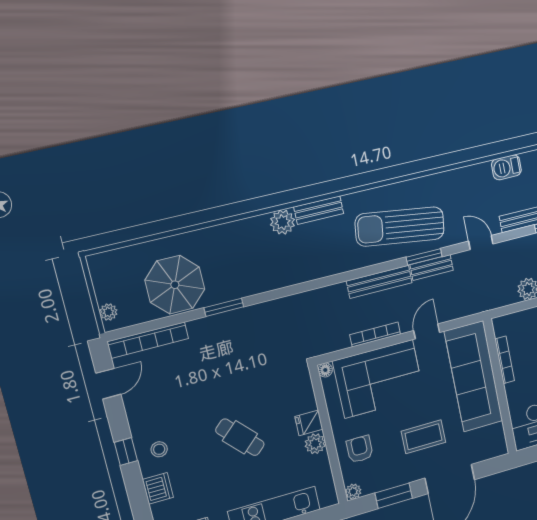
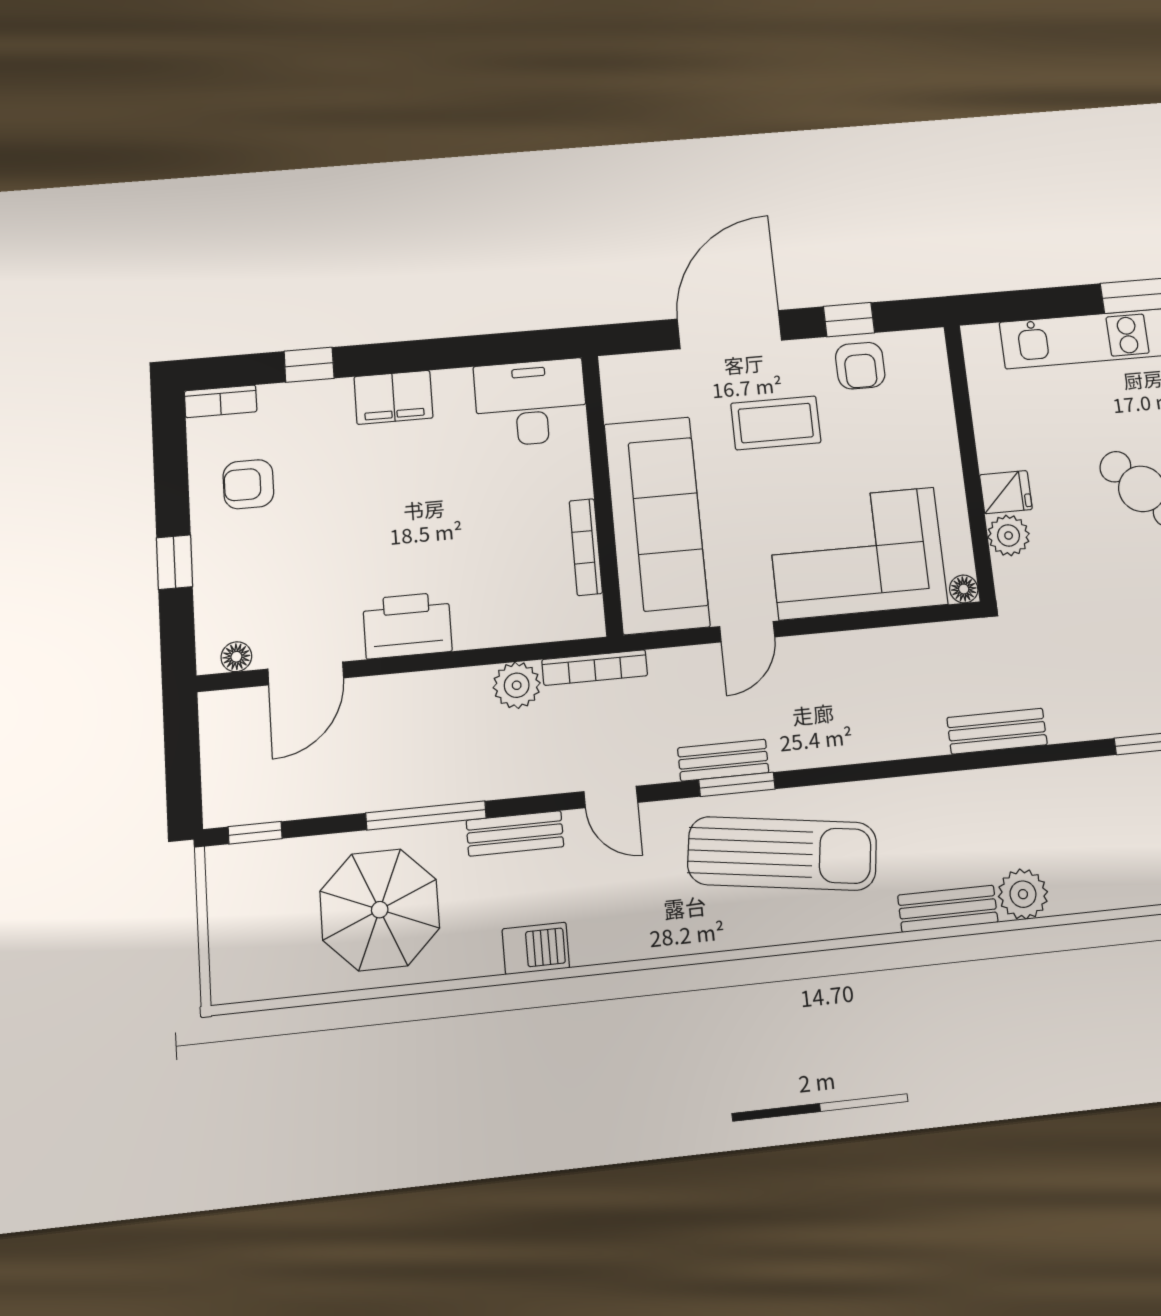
bench: (379, 282) -> (997, 731), moved, width x0.73
bookcase: (375, 334) -> (595, 668), moved
plant: (315, 444) -> (1009, 535), moved
armchair: (360, 449) -> (860, 366), moved
plant: (353, 492) -> (930, 344), removed
window: (394, 496) -> (849, 320), width x0.67

